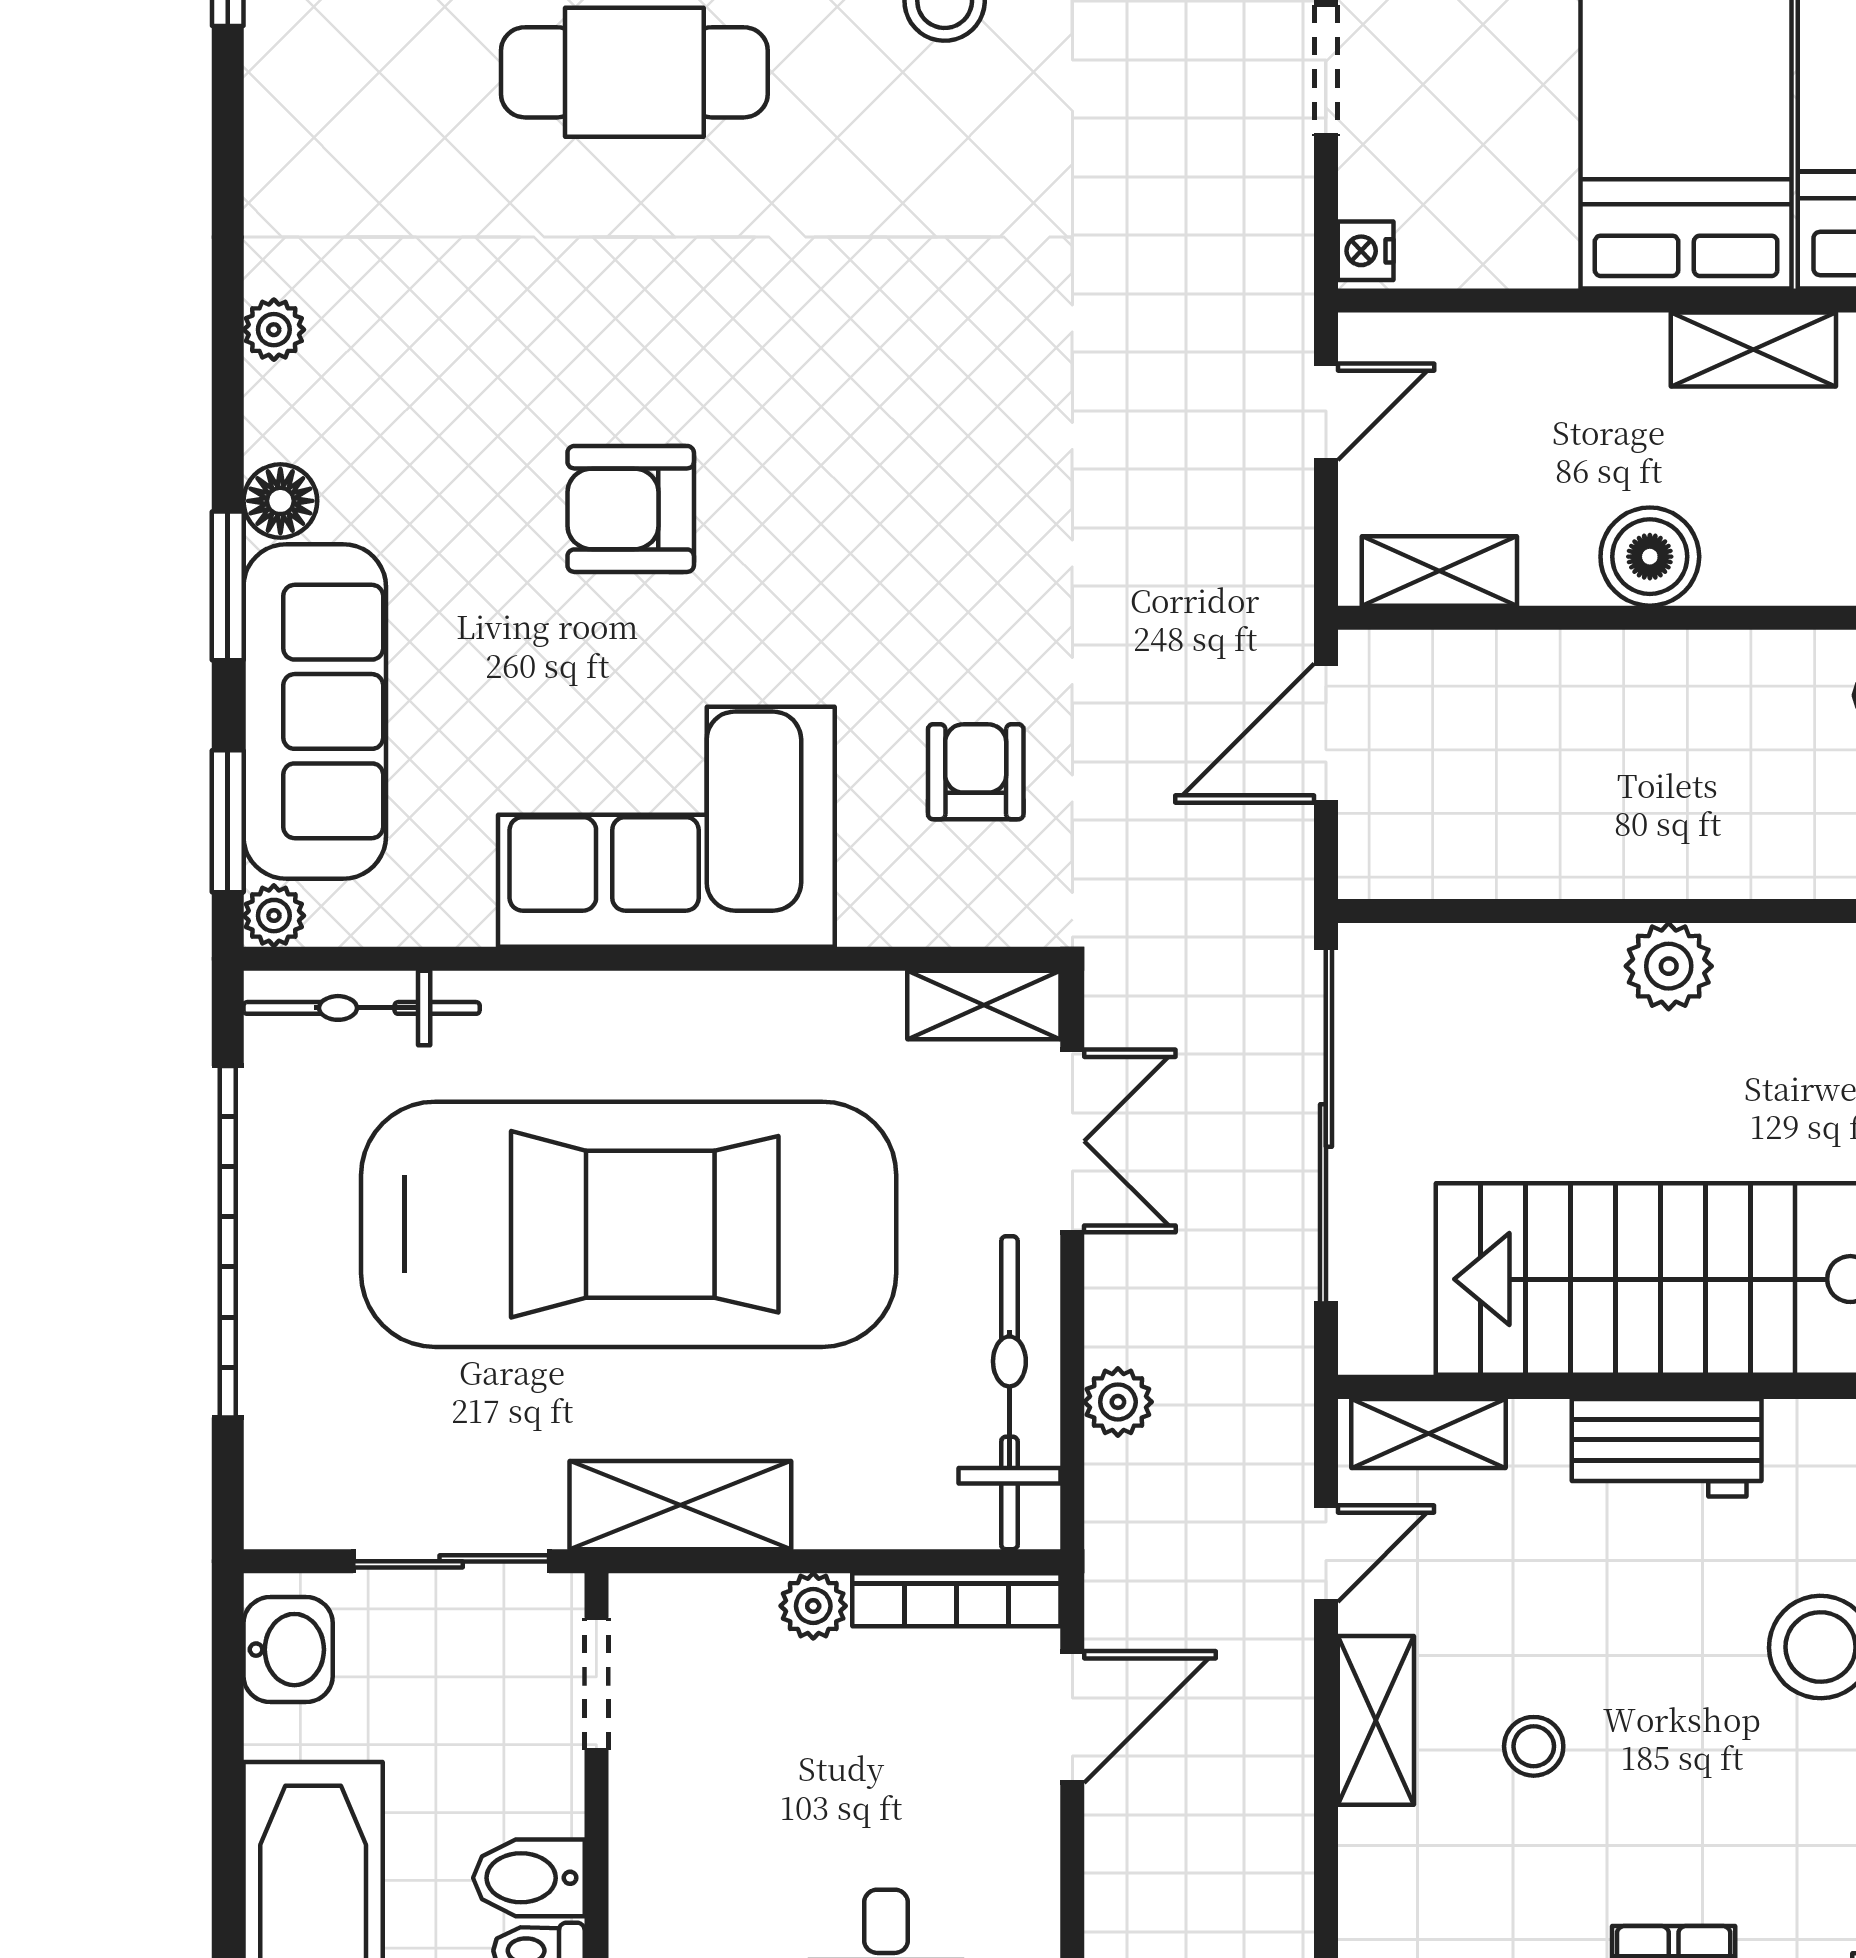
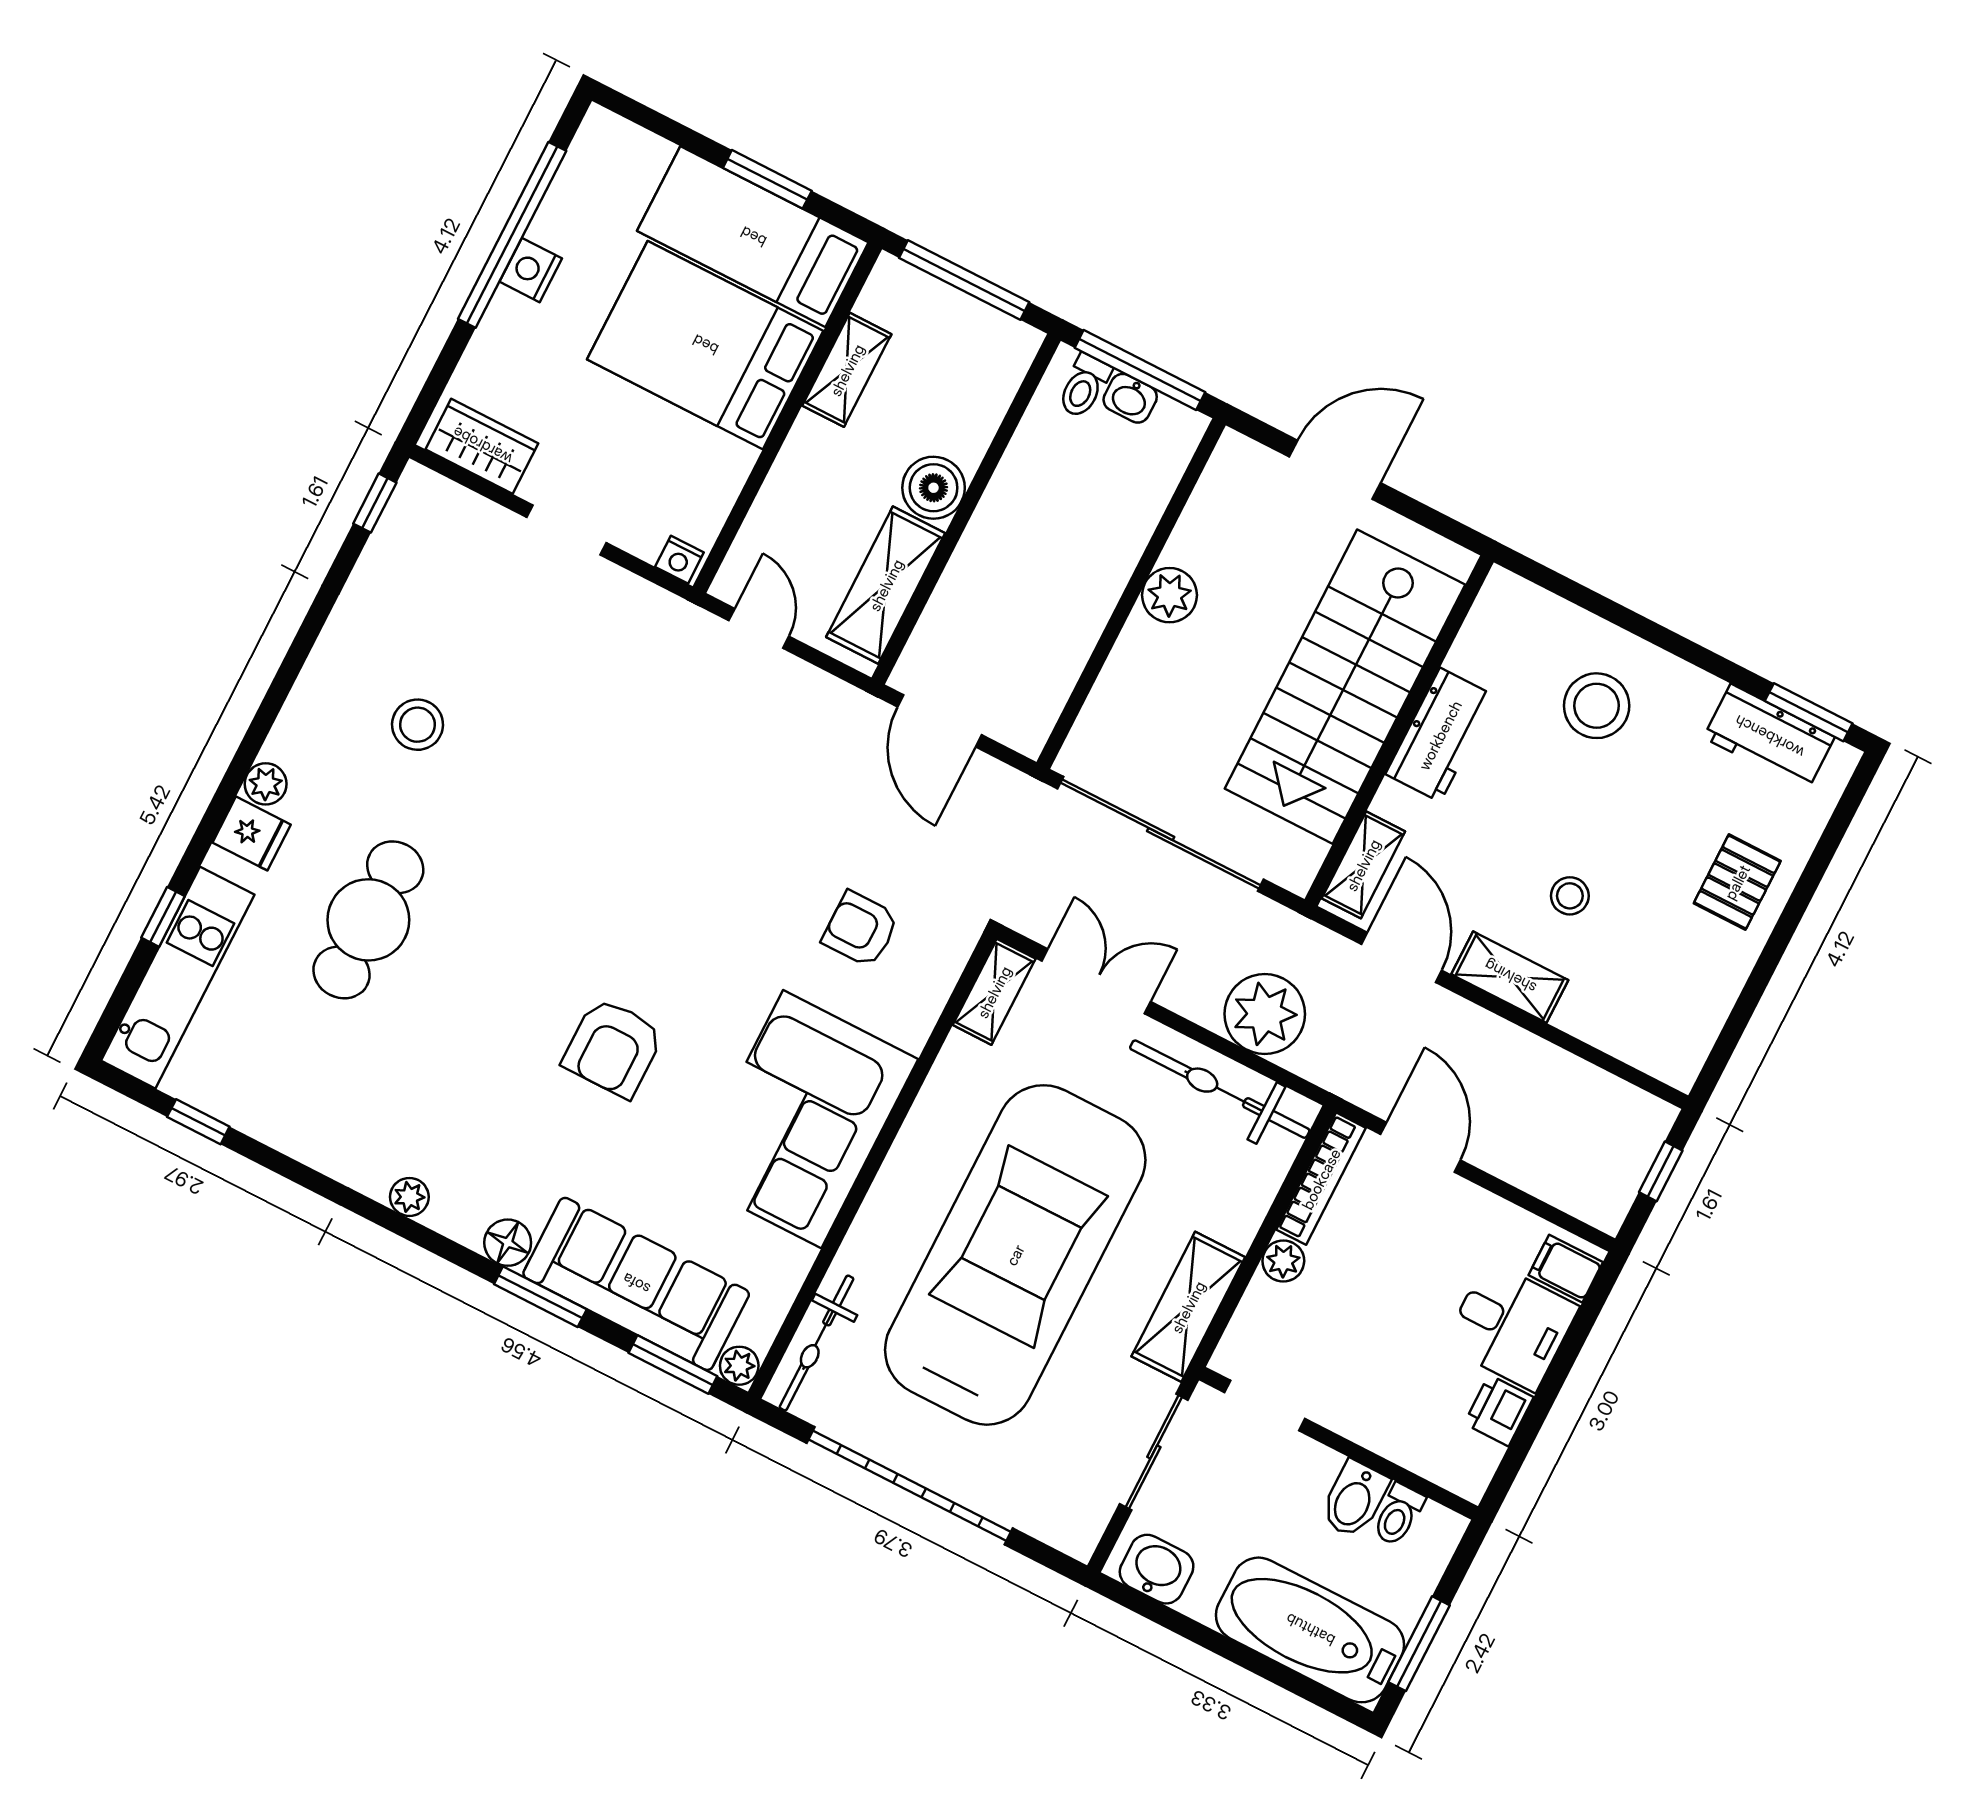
shelving: (1439, 571) -> (886, 585), width x1.50, depth x1.33
plant: (1118, 1402) -> (1265, 1014), width x1.88, depth x1.88
door: (1326, 1554) -> (1402, 957), width x1.38

